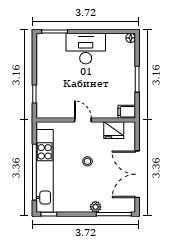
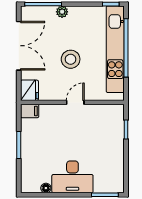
floor lamp: (131, 38) -> (46, 188), moved
door: (83, 120) -> (75, 102), swing flipped
fridge: (114, 130) -> (29, 90), moved, turned 90
stool: (87, 161) -> (71, 59), width x1.89, depth x1.89

